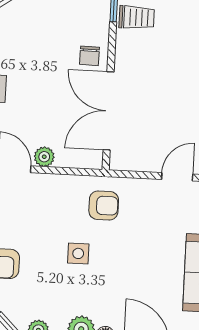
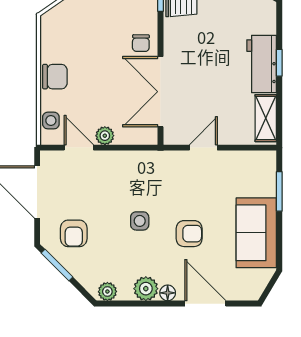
door: (177, 177) -> (203, 148), moved
armchair: (104, 205) -> (189, 234), moved

